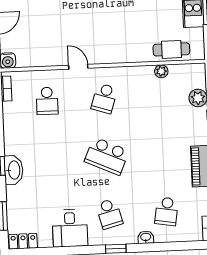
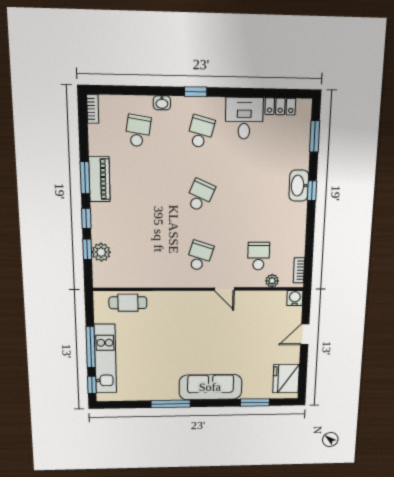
plant: (161, 71) -> (272, 281), moved
school desk: (107, 156) -> (200, 195), width x0.54
school desk: (109, 214) -> (201, 132), turned 30
locker: (23, 241) -> (280, 106), moved

